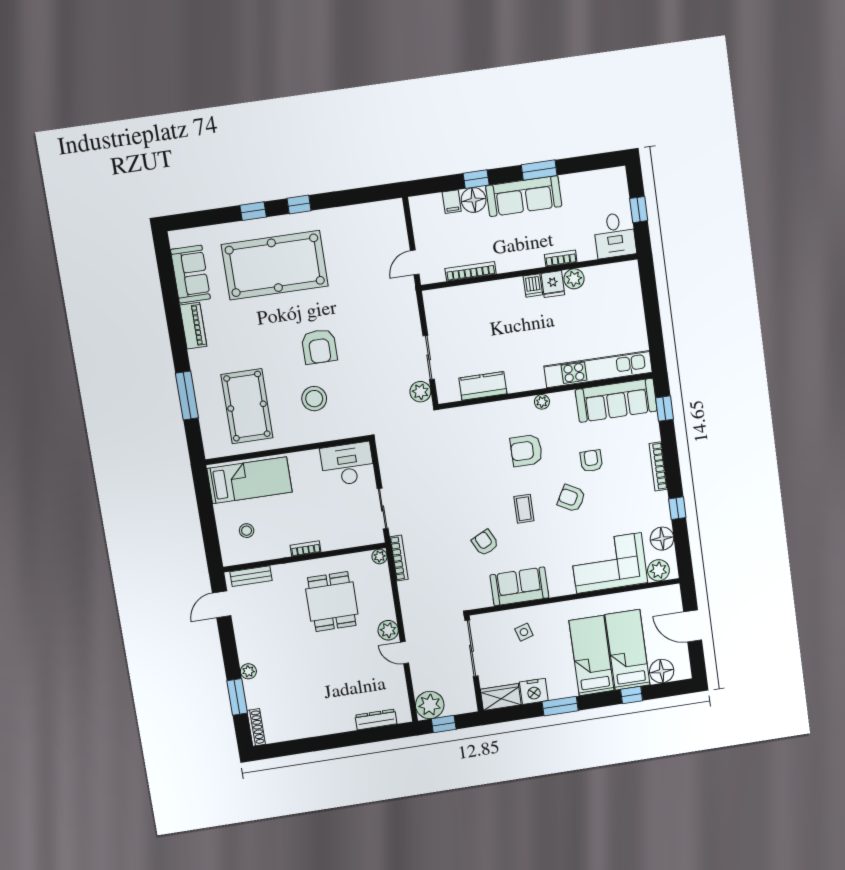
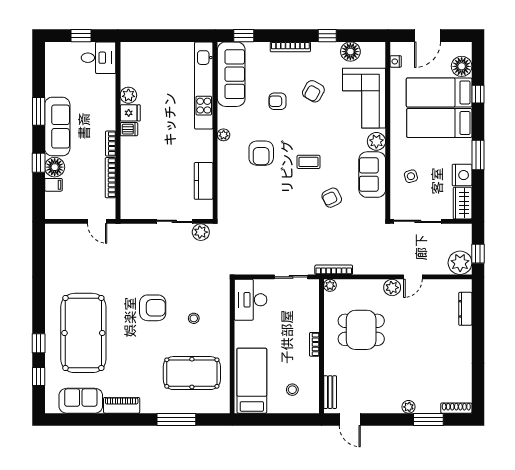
window: (299, 205) -> (39, 377), moved
bookcase: (561, 258) -> (111, 144), moved
stool: (314, 399) -> (194, 318), width x0.53, depth x0.53
armchair: (571, 498) -> (313, 91), moved
plant: (658, 570) -> (376, 141), moved
nightstand: (657, 593) -> (396, 61), added

